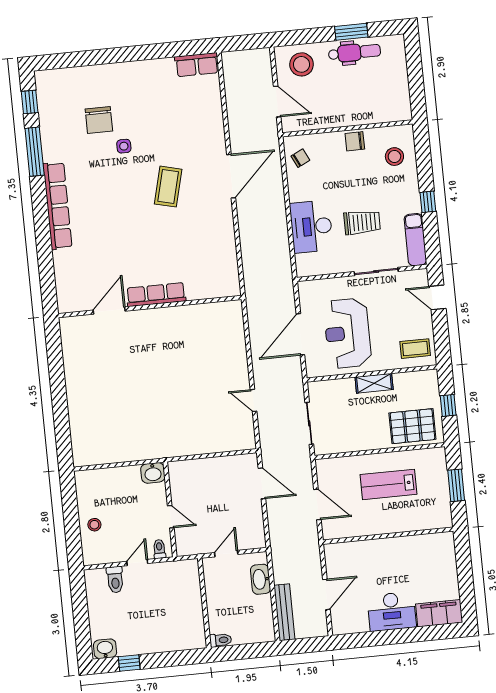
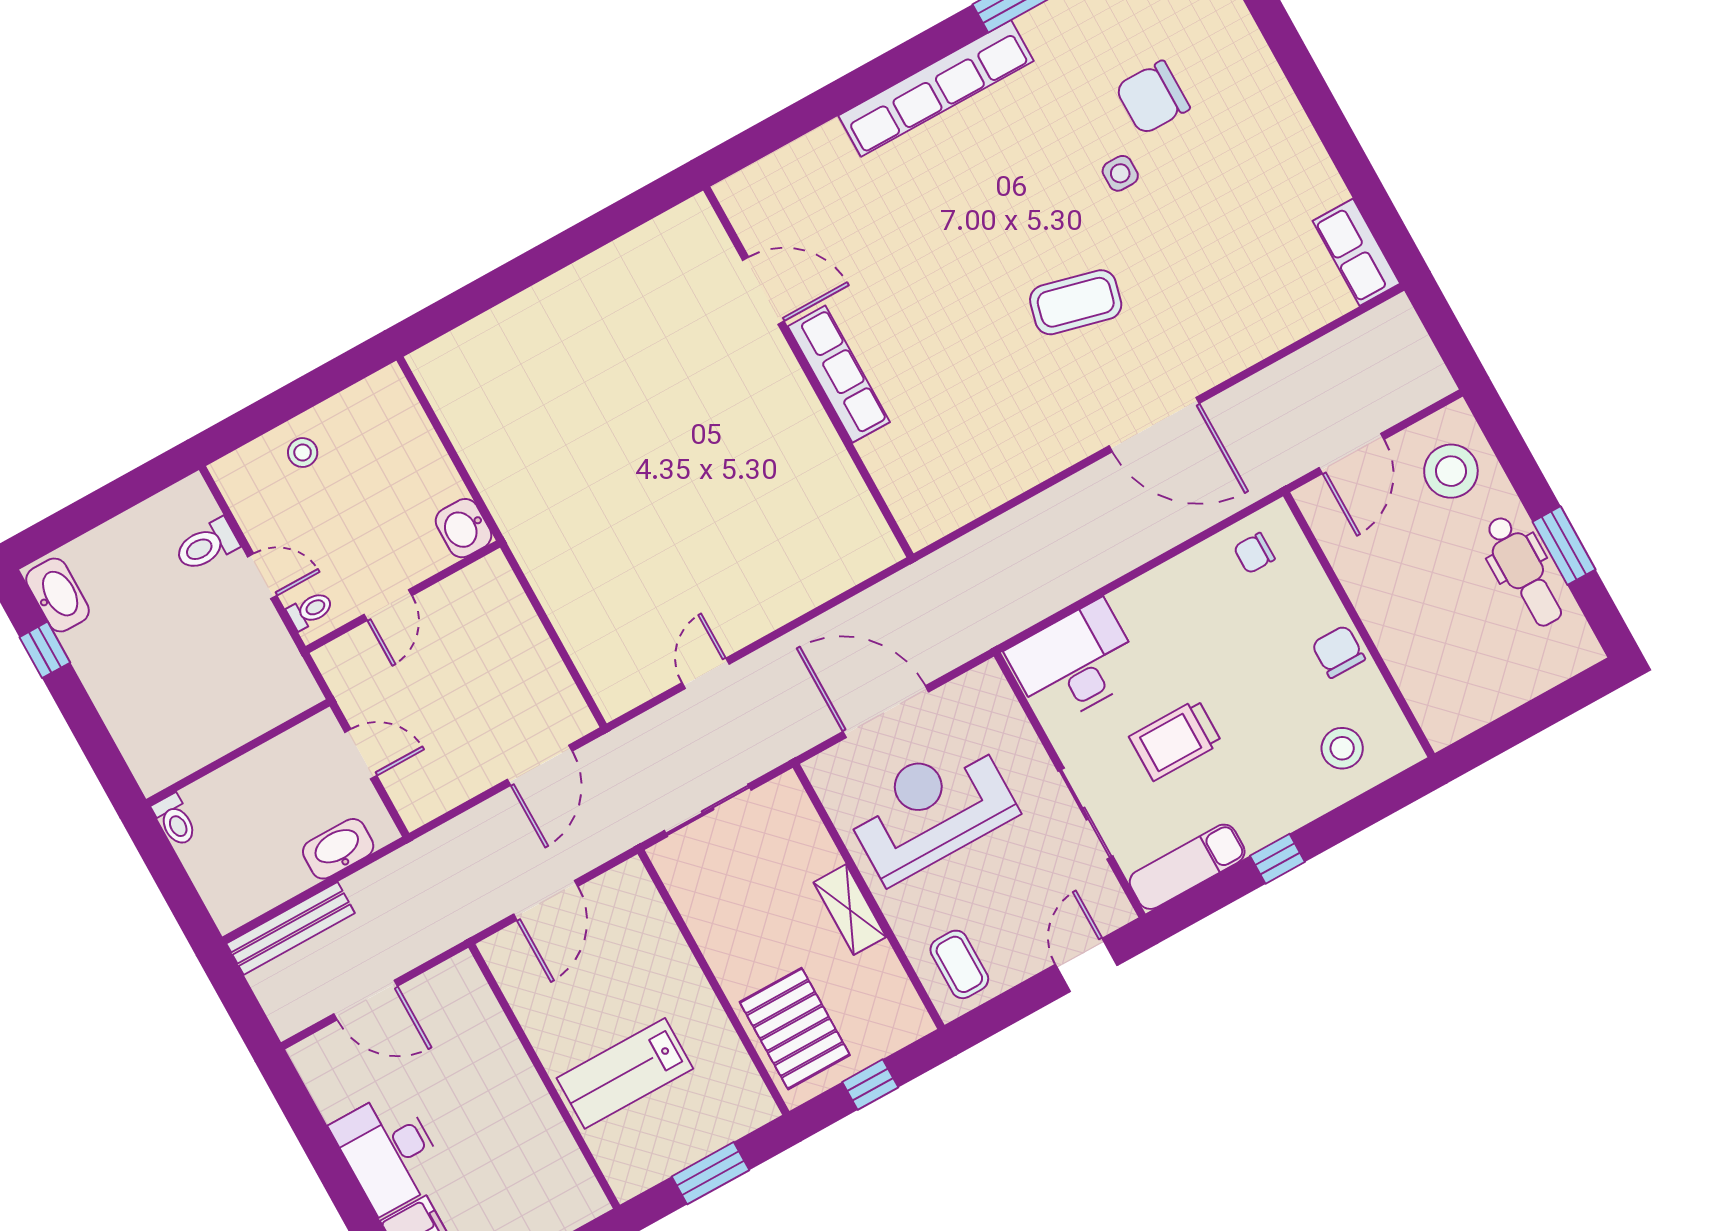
chair: (300, 158) -> (1254, 553), turned 116
trolley: (362, 222) -> (1175, 740), turned 90
desk: (311, 227) -> (1075, 663), moved
lab bench: (389, 484) -> (625, 1073), moved, turned -90
washbasin: (105, 649) -> (58, 595), width x1.38

